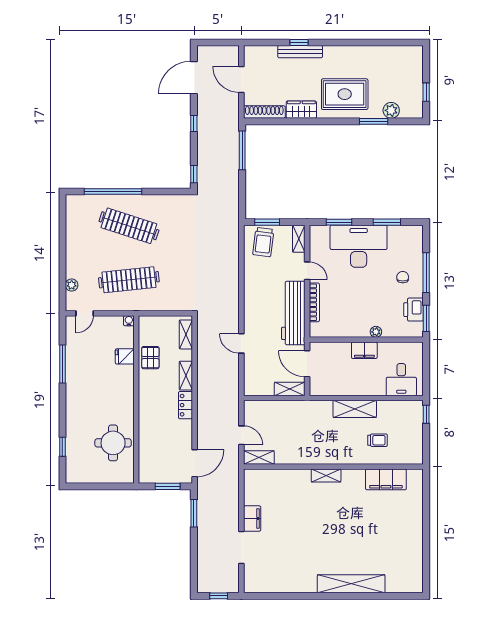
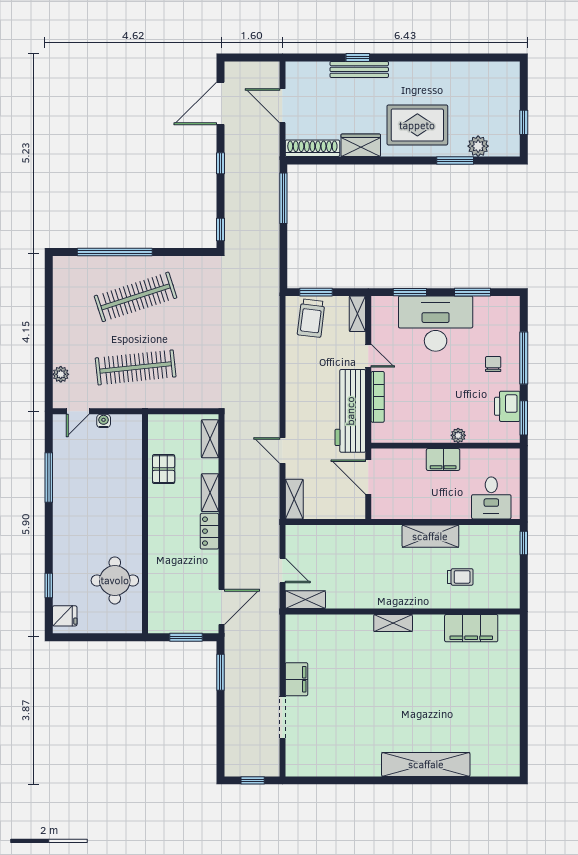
clothes rail: (129, 226) -> (136, 297), turned -36
water cooler: (129, 321) -> (104, 421), moved
fridge: (125, 356) -> (65, 616), moved, turned 180
shelving: (290, 389) -> (294, 499), moved, turned 90

